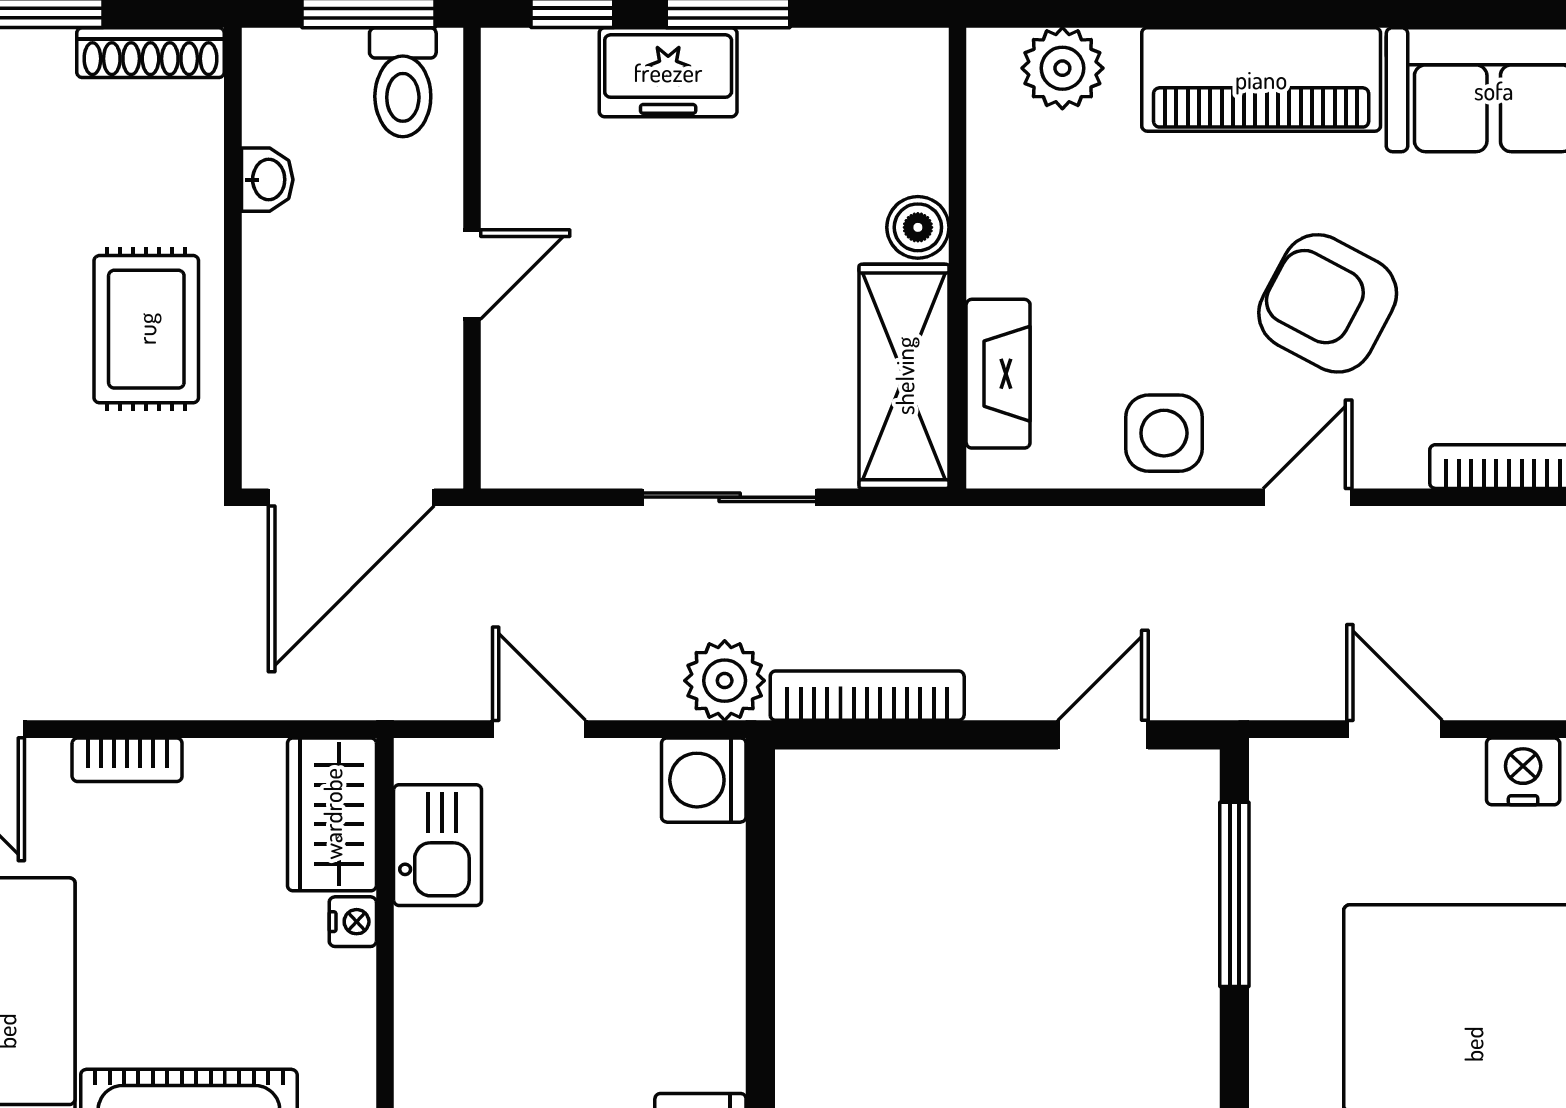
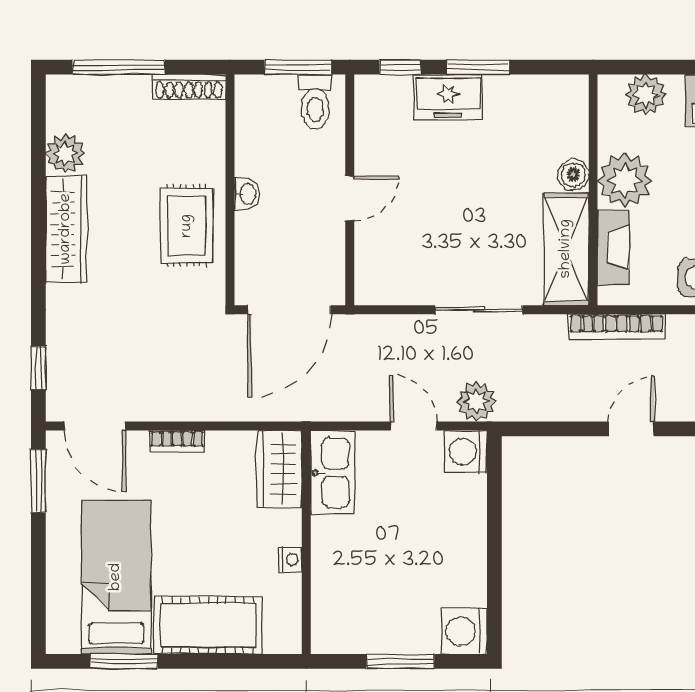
washbasin: (267, 180) -> (247, 194), moved
plant: (1021, 239) -> (625, 180), added
bookcase: (867, 696) -> (616, 327), moved, turned 180
door: (539, 729) -> (413, 426), moved
door: (1103, 735) -> (632, 429), moved
kitchen sink: (438, 845) -> (333, 473), width x1.38
nightstand: (353, 922) -> (290, 560), moved

